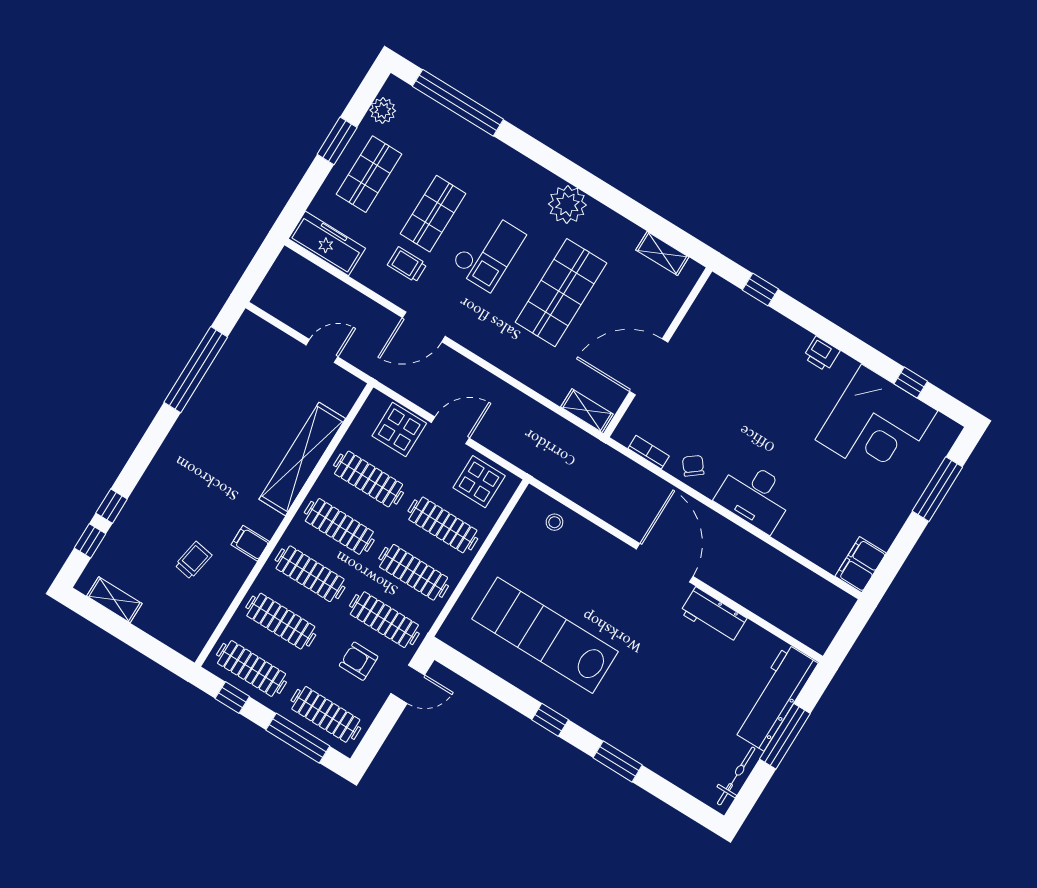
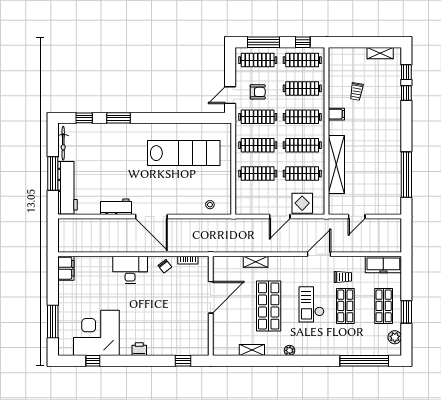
plant: (567, 204) -> (290, 350), width x0.53, depth x0.53
shelving: (662, 253) -> (252, 350), moved
shelving: (587, 411) -> (256, 262), moved
display table: (479, 482) -> (254, 202), removed
window: (550, 720) -> (84, 118), moved

